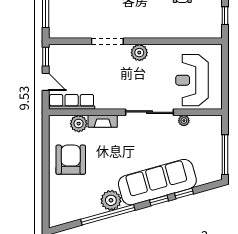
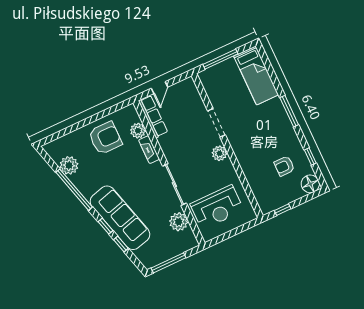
window: (46, 57) -> (180, 78), removed
reception desk: (192, 80) -> (217, 207), turned 180
plant: (184, 121) -> (179, 222), width x1.87, depth x1.87
plant: (111, 200) -> (69, 165), moved

